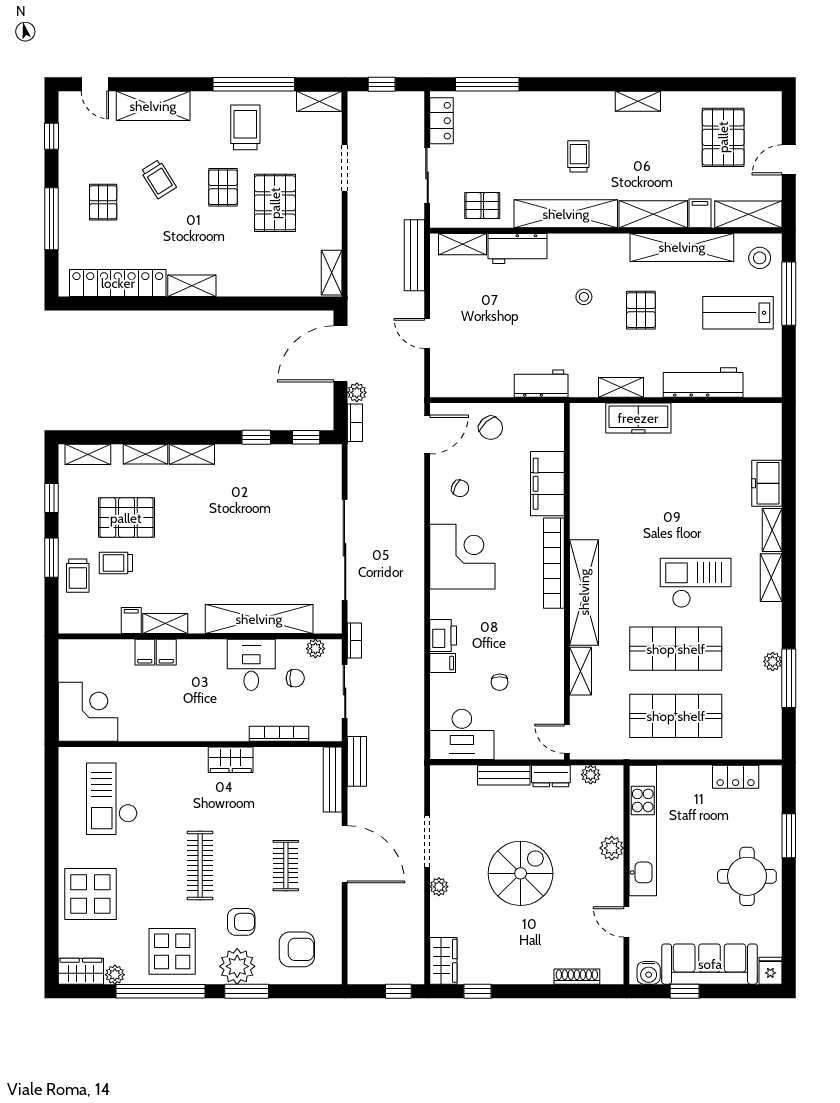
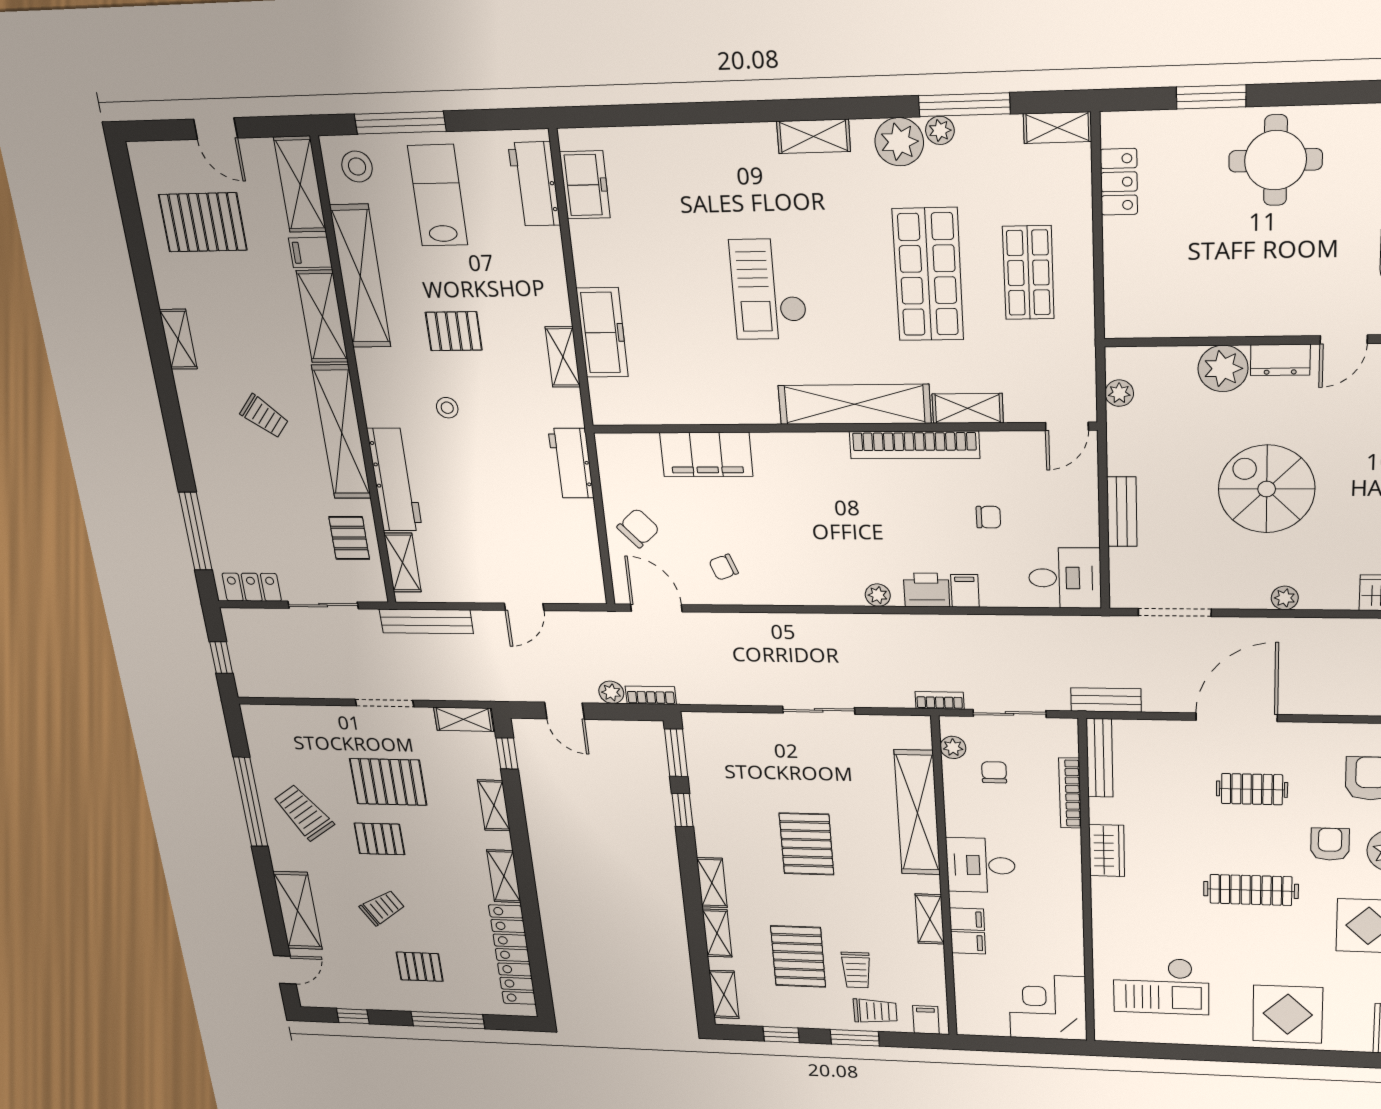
shelving: (319, 101) -> (494, 805), moved
trolley: (245, 127) -> (303, 813), turned 55
trolley: (578, 156) -> (264, 416), turned -141
doorway: (345, 168) -> (384, 703), moved
workbench: (518, 248) -> (395, 480), width x1.38
window: (303, 303) -> (507, 753), added
lab bench: (738, 313) -> (438, 195), turned 180
door: (340, 354) -> (565, 711), width x0.53
workbench: (703, 383) -> (534, 184), moved, width x0.73
window: (306, 437) -> (676, 753), width x1.50
freezer: (767, 483) -> (585, 185), moved, turned -90
chair: (460, 488) -> (724, 567), turned -138
shelving: (772, 530) -> (1057, 128), moved
pallet: (229, 532) -> (806, 844), added
sliding door: (345, 550) -> (819, 710), width x0.54
corner desk: (462, 557) -> (816, 565), removed
bookcase: (554, 563) -> (914, 445), moved
checkout: (696, 583) -> (769, 289), moved
plant: (439, 600) -> (878, 595), added
filing cabinet: (131, 620) -> (926, 1020), moved, turned 90
plant: (766, 634) -> (899, 142), added
desk: (251, 665) -> (981, 865), moved
shop shelf: (676, 716) -> (1028, 273), width x0.70, depth x0.74
desk: (462, 734) -> (1065, 578), width x0.73
dresser: (551, 776) -> (1280, 360), moved, turned 90
bench: (333, 779) -> (1100, 758), moved, turned 90
kitchen unit: (643, 831) -> (1203, 318), removed
doorway: (427, 841) -> (1175, 612), moved
plant: (612, 848) -> (1223, 368), width x1.36, depth x1.36

